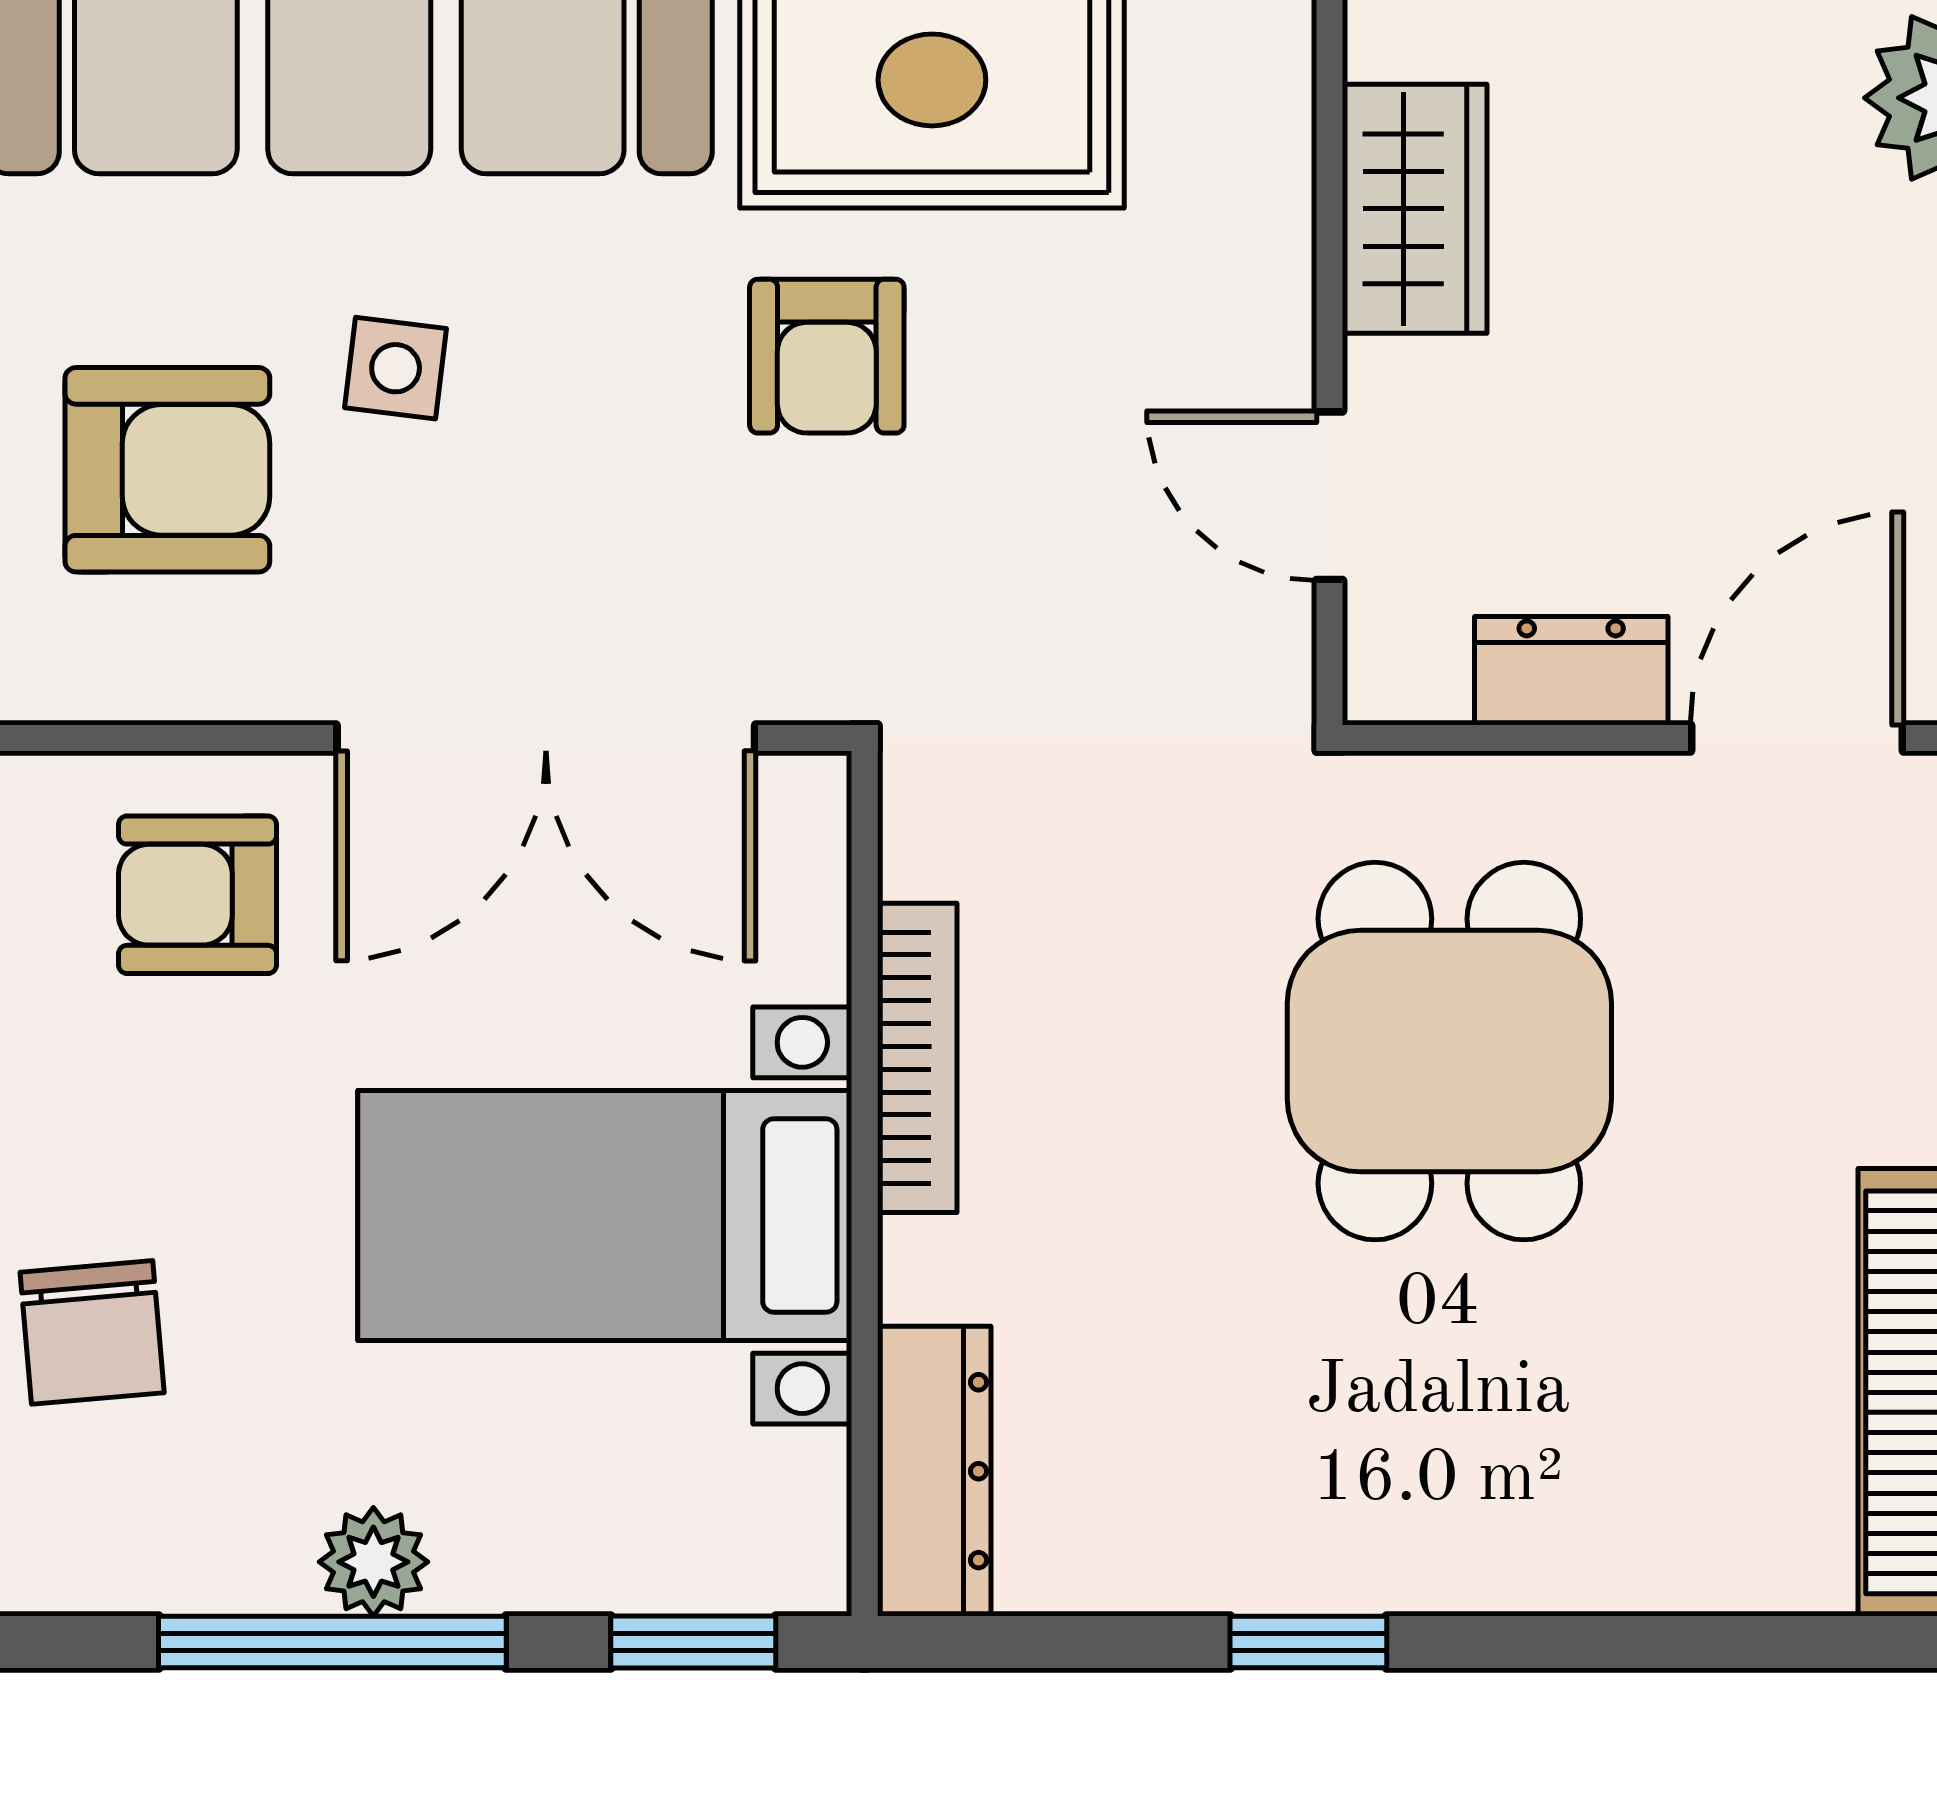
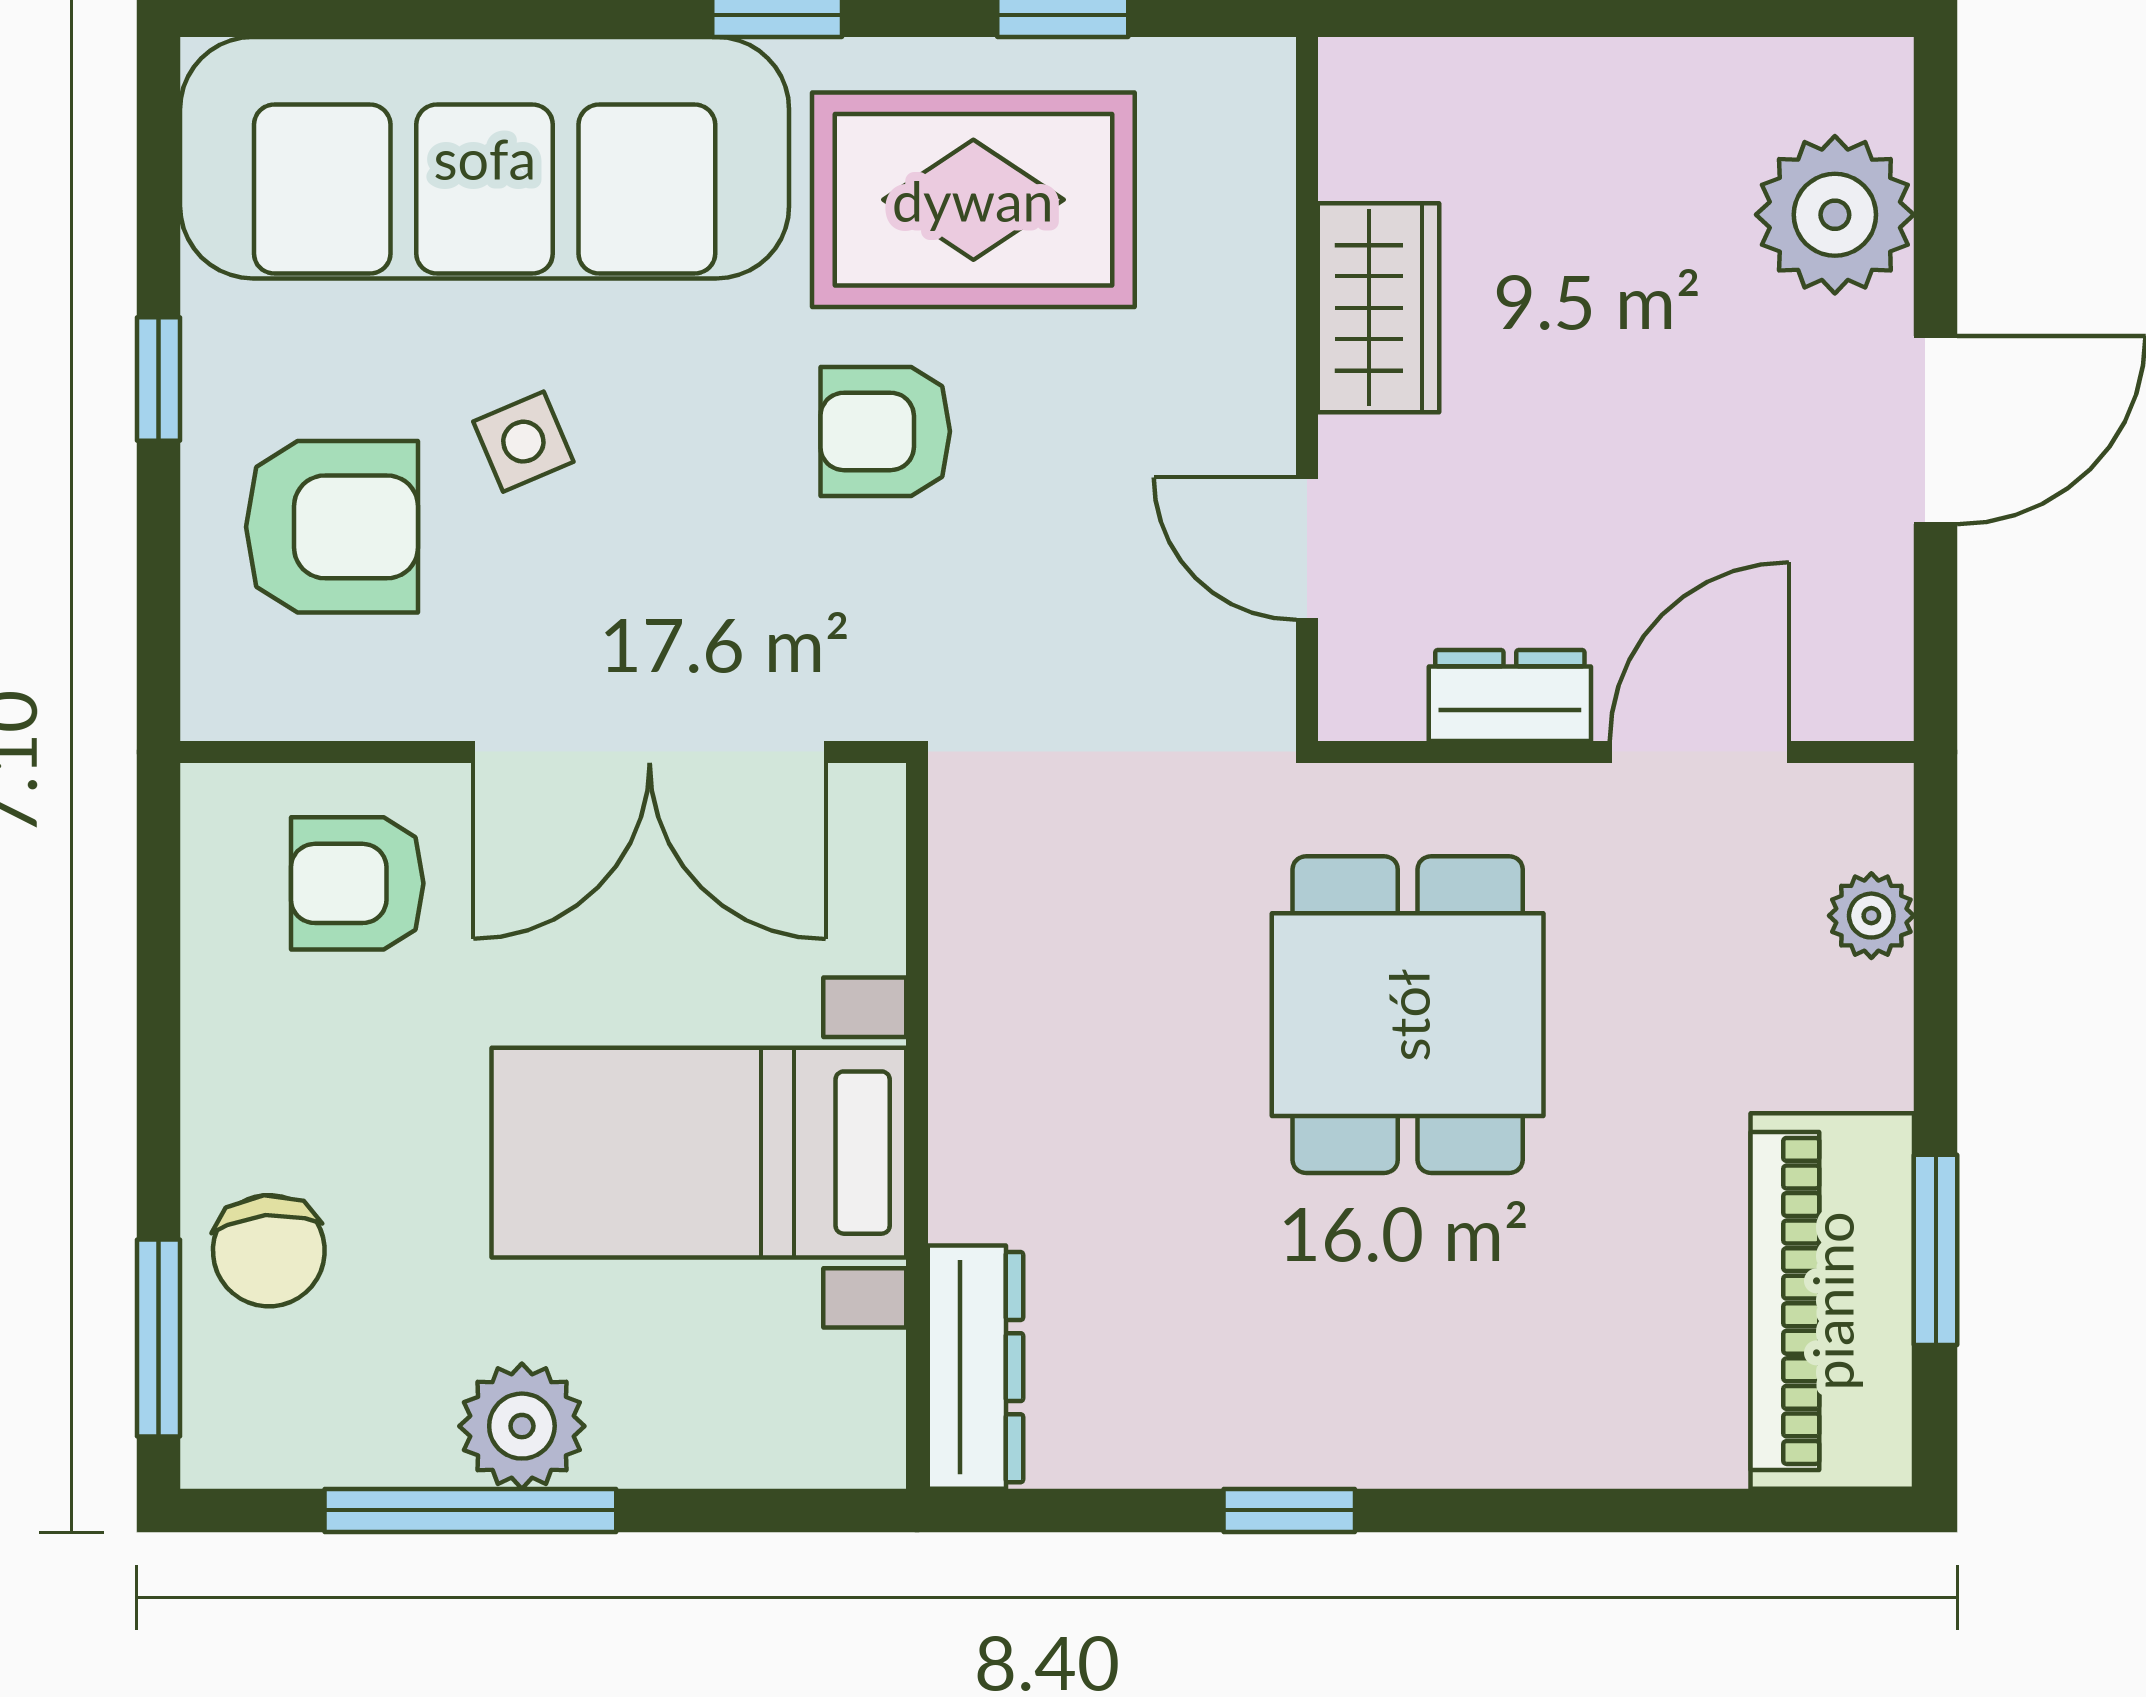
armchair: (827, 356) -> (885, 431), turned 90
side table: (396, 368) -> (523, 442), turned -30
bookcase: (917, 1058) -> (961, 1020), removed
plant: (373, 1562) -> (522, 1426), width x1.38, depth x1.38
window: (693, 1642) -> (773, 1510), removed

